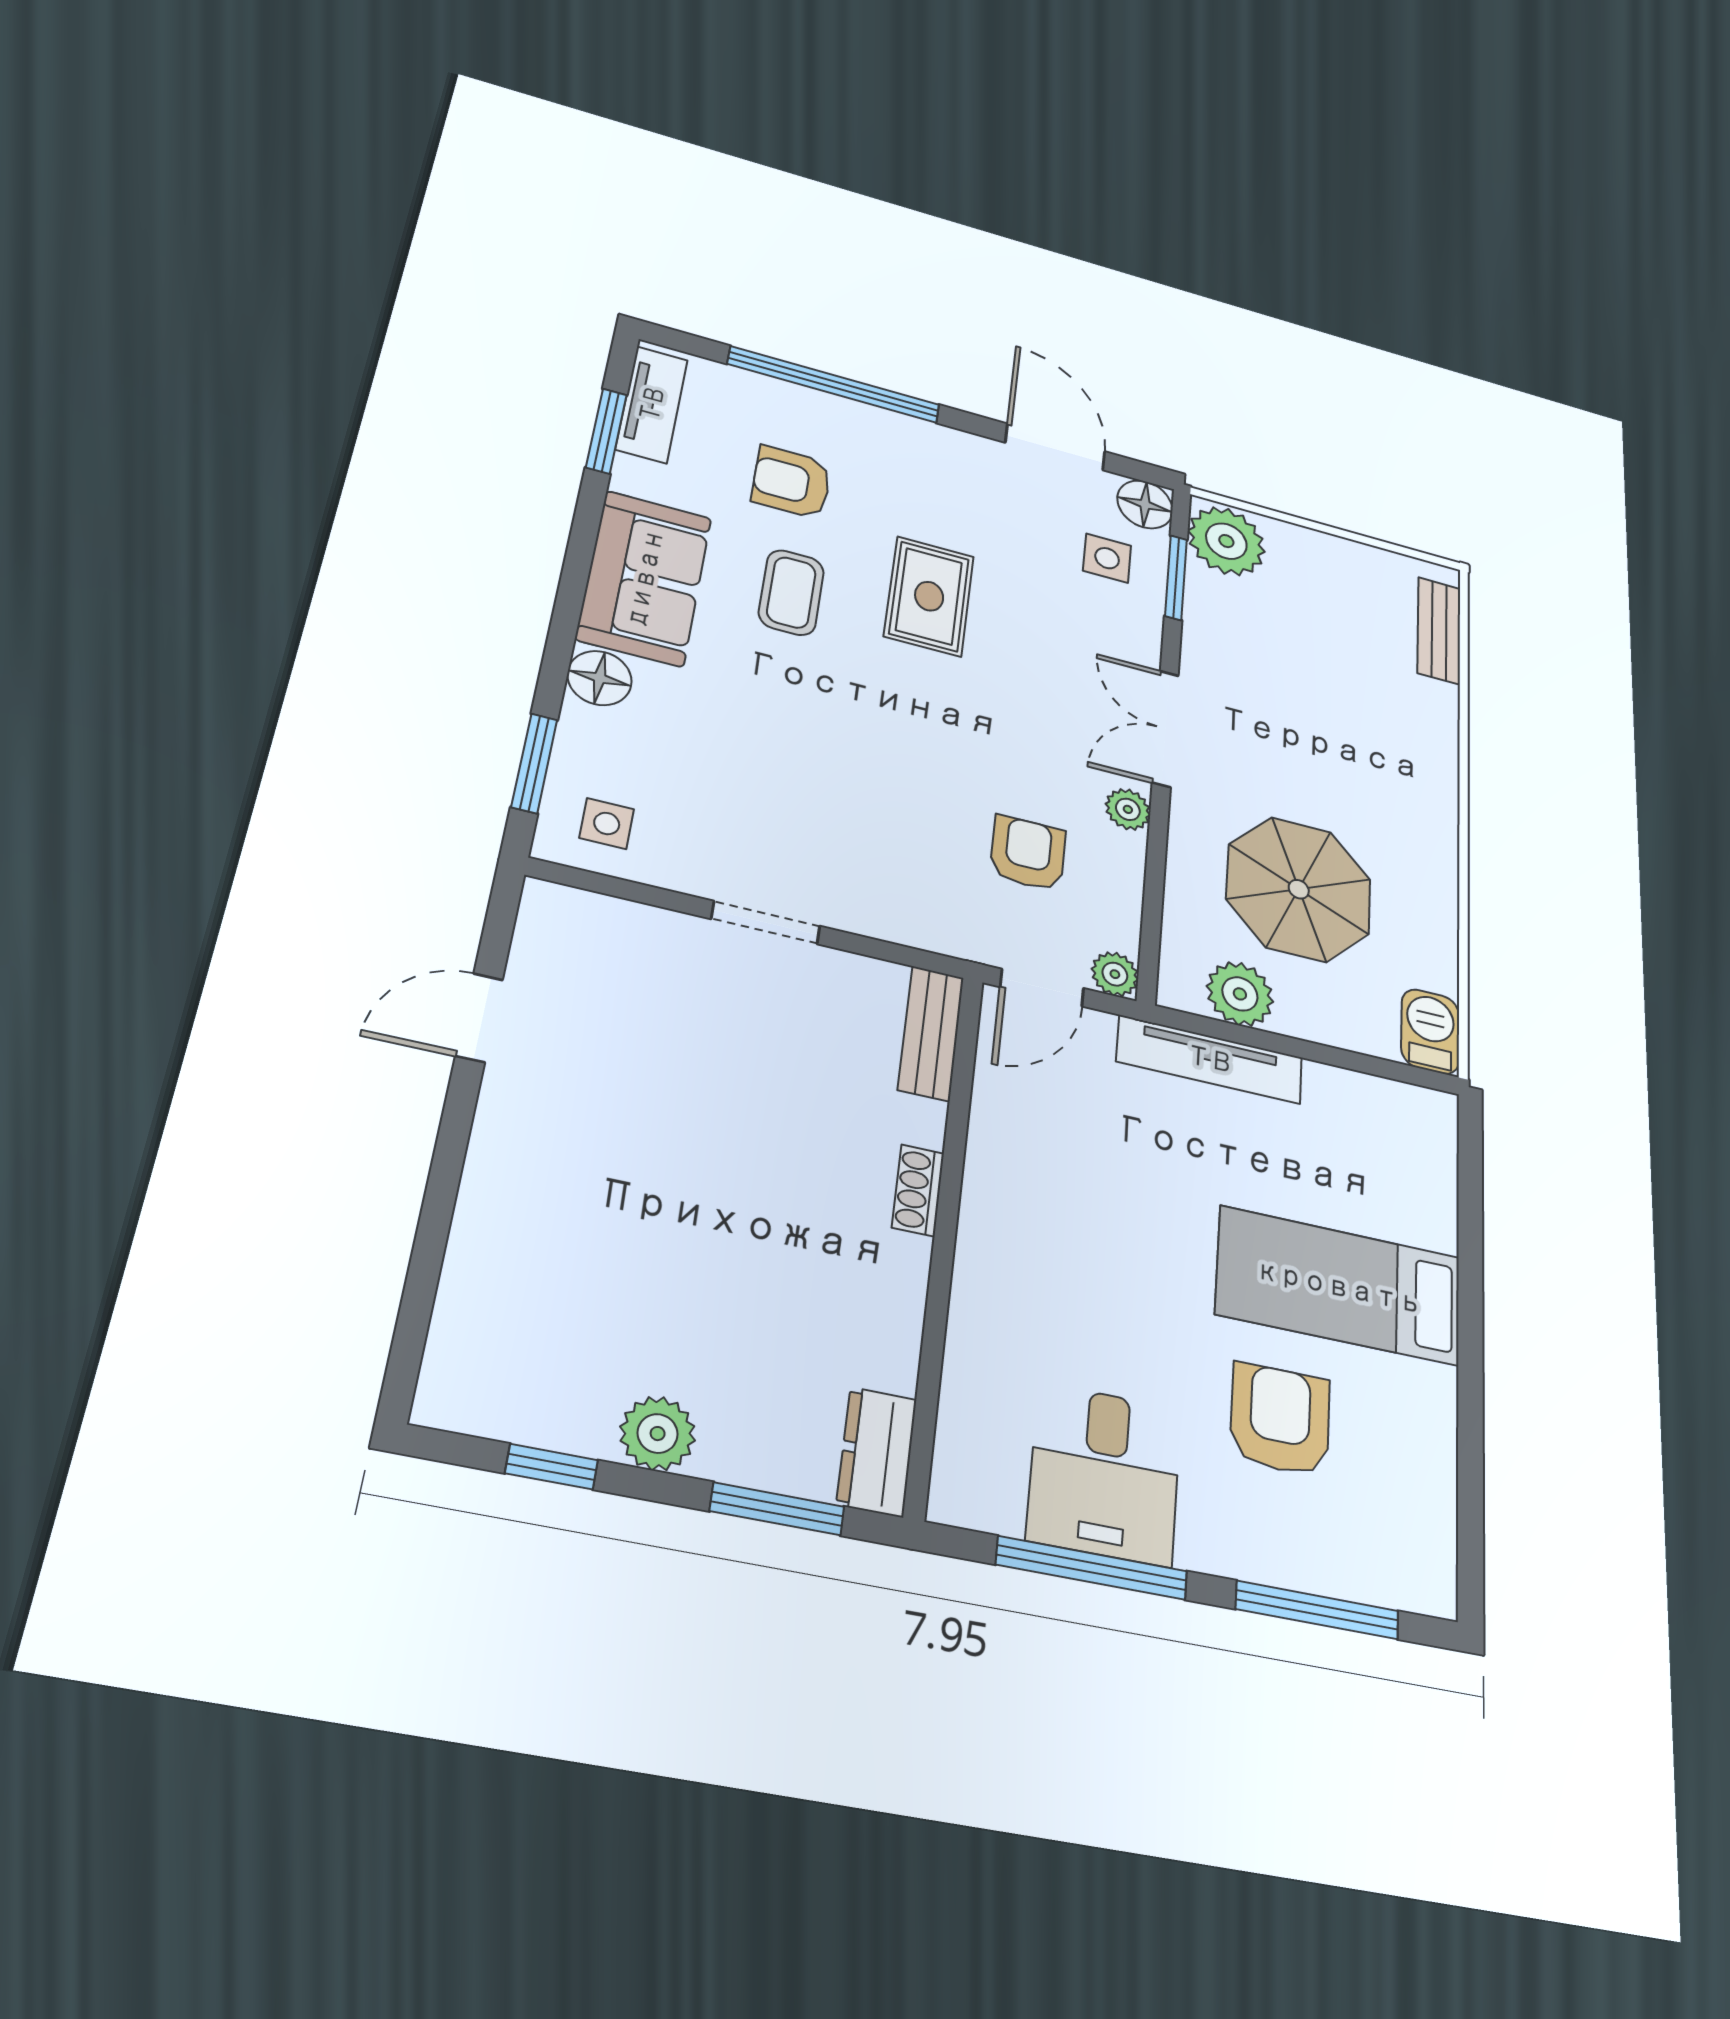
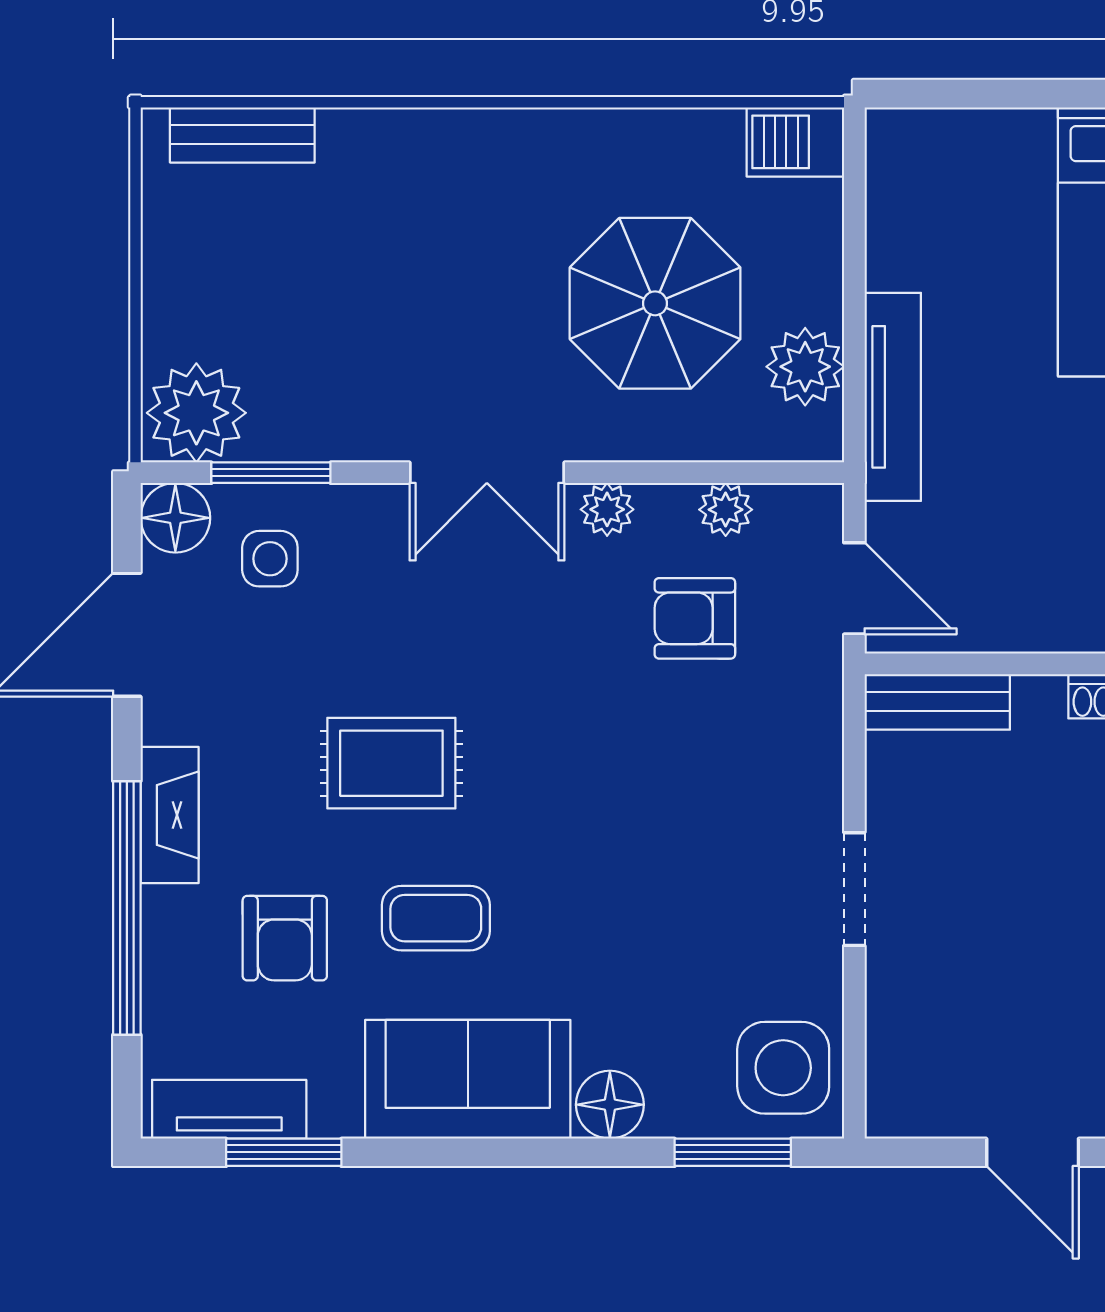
fireplace: (906, 434) -> (170, 815), added
side table: (607, 824) -> (783, 1068), width x1.87, depth x1.87
plant: (1115, 974) -> (726, 510), moved

